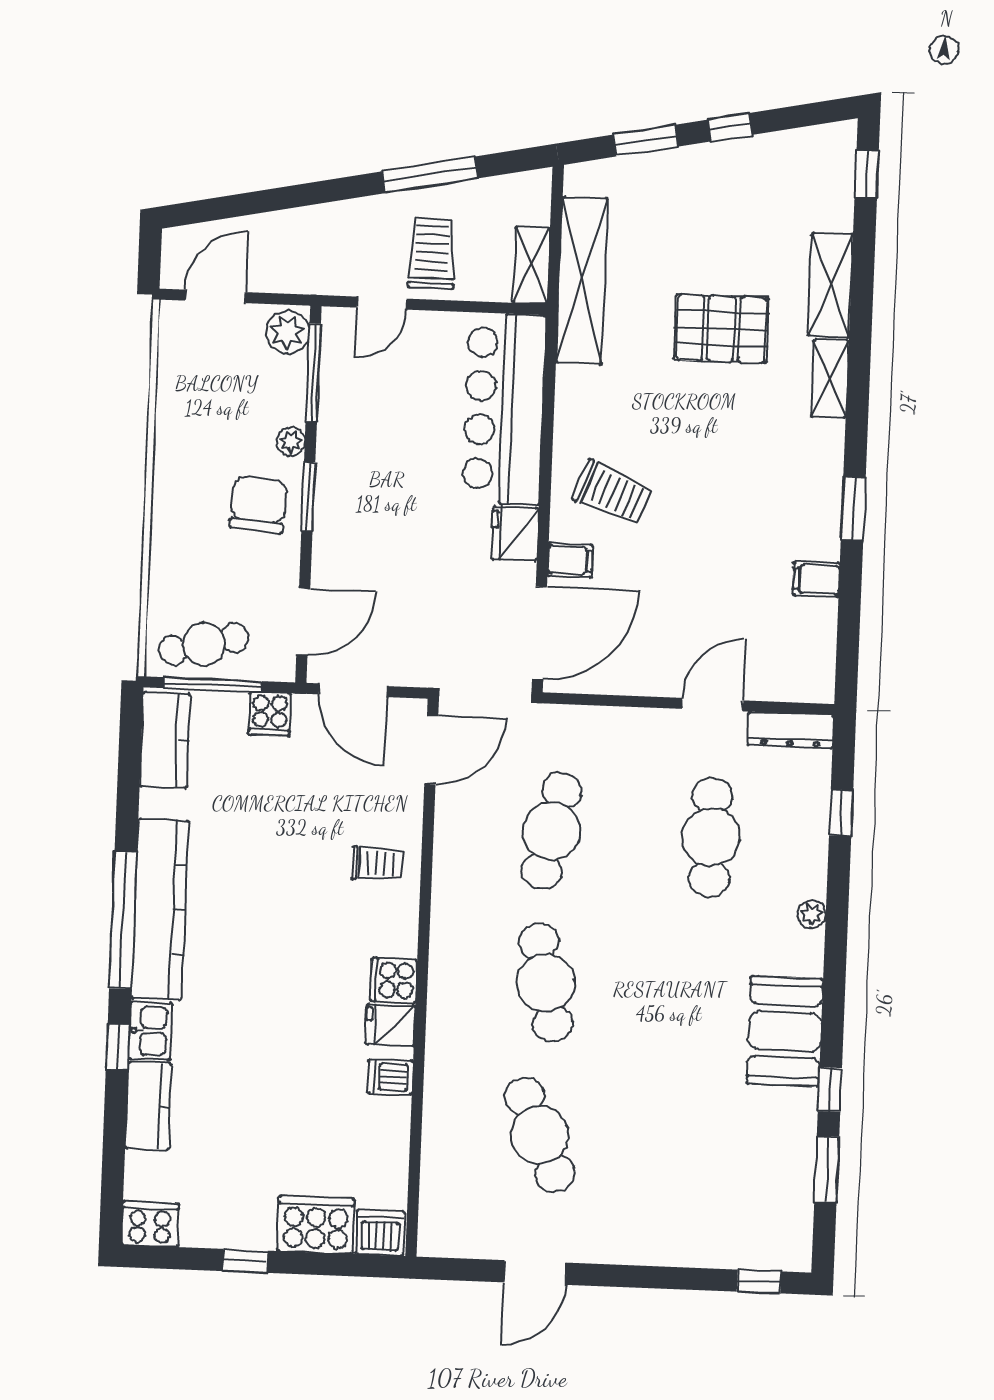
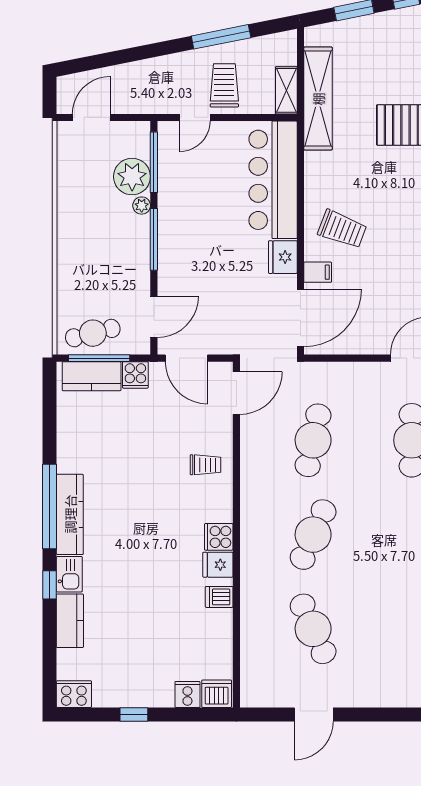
plant: (288, 332) -> (132, 177), moved, width x1.36, depth x1.36
window: (308, 497) -> (154, 239), width x1.44
chair: (259, 505) -> (123, 245), removed
kitchen counter: (165, 740) -> (92, 376), moved, turned 90
kitchen counter: (160, 909) -> (70, 514), width x0.72, depth x0.86
cafe table: (546, 983) -> (313, 535), turned 36
cooker: (316, 1225) -> (187, 694), width x0.53, depth x0.76

